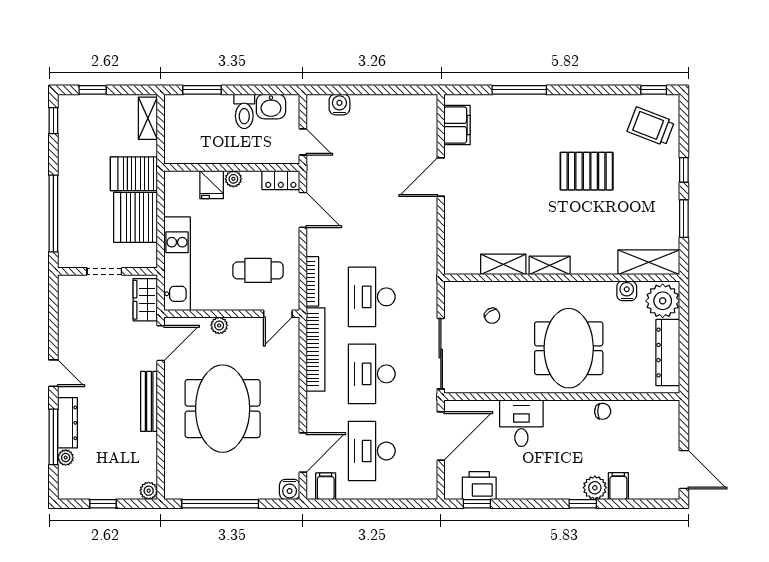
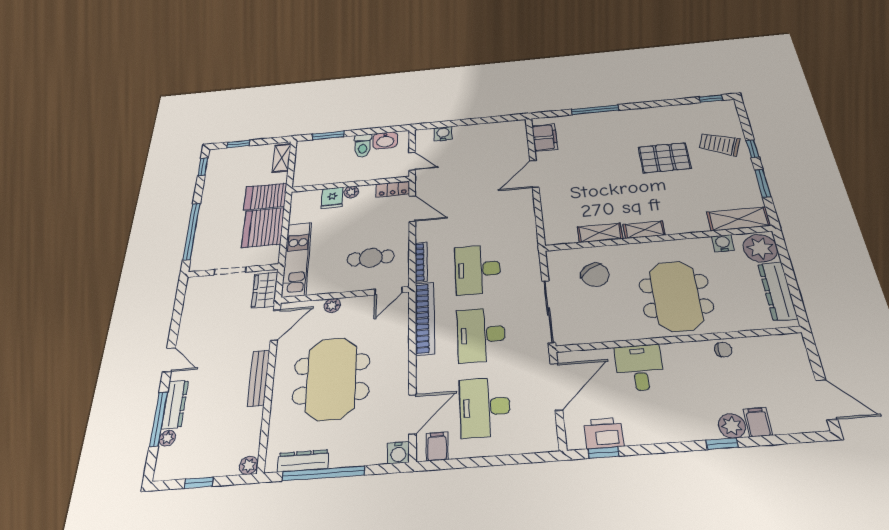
trolley: (651, 126) -> (719, 144), moved
chair: (492, 316) -> (595, 275), width x1.87, depth x1.87
dresser: (200, 490) -> (303, 461), added

